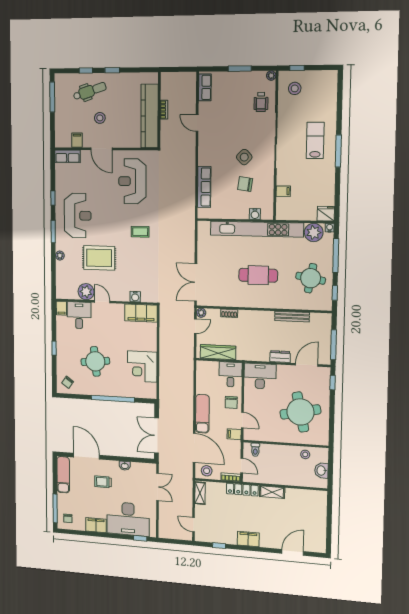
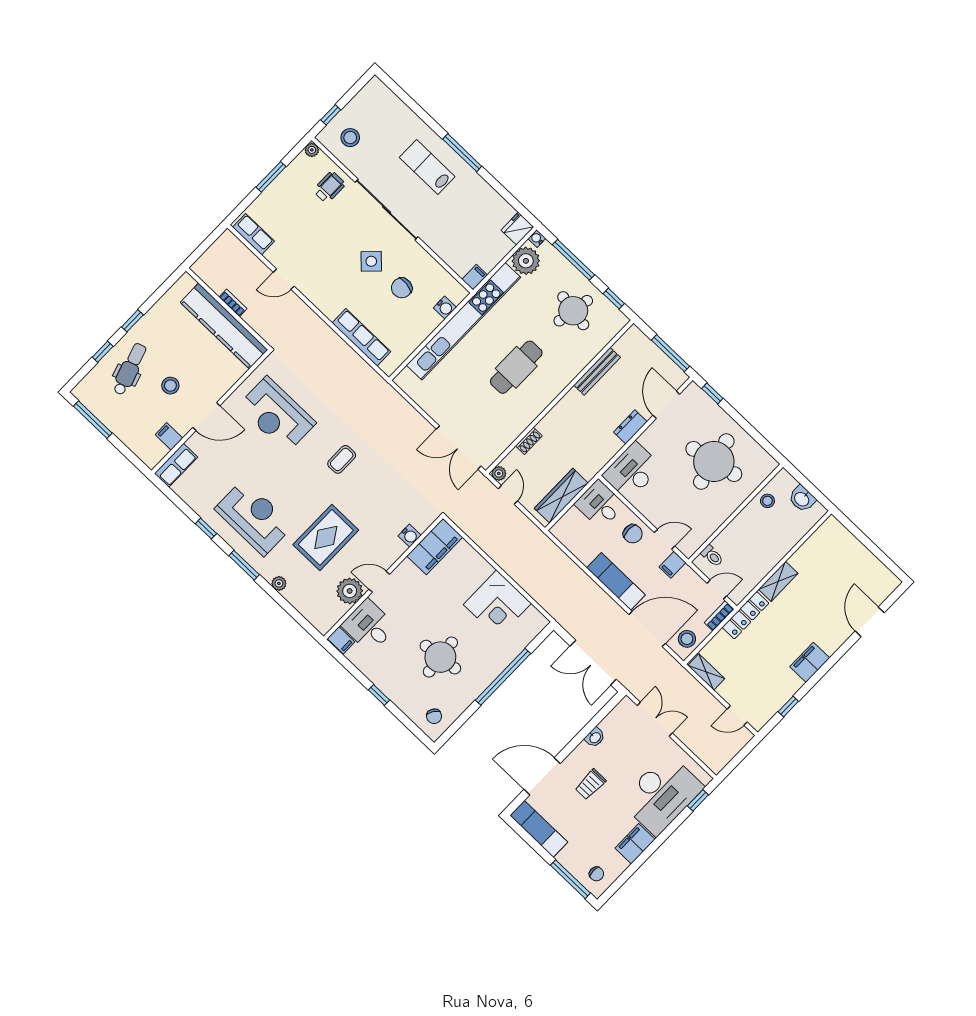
wheelchair: (261, 102) -> (329, 187), turned -90
filing cabinet: (283, 191) -> (475, 277), moved

